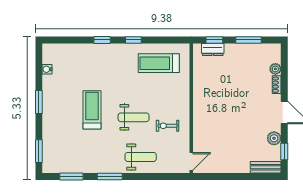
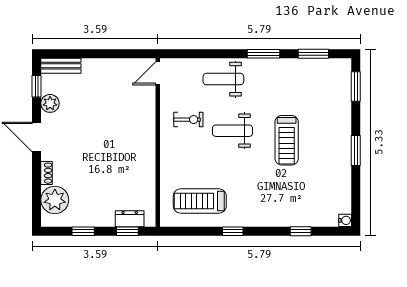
window: (102, 40) -> (301, 231), moved
window: (248, 40) -> (83, 231), width x0.67
treadmill: (159, 63) -> (200, 201), turned 180
water cooler: (47, 69) -> (345, 220), moved
plant: (275, 69) -> (55, 200), width x1.87, depth x1.87

